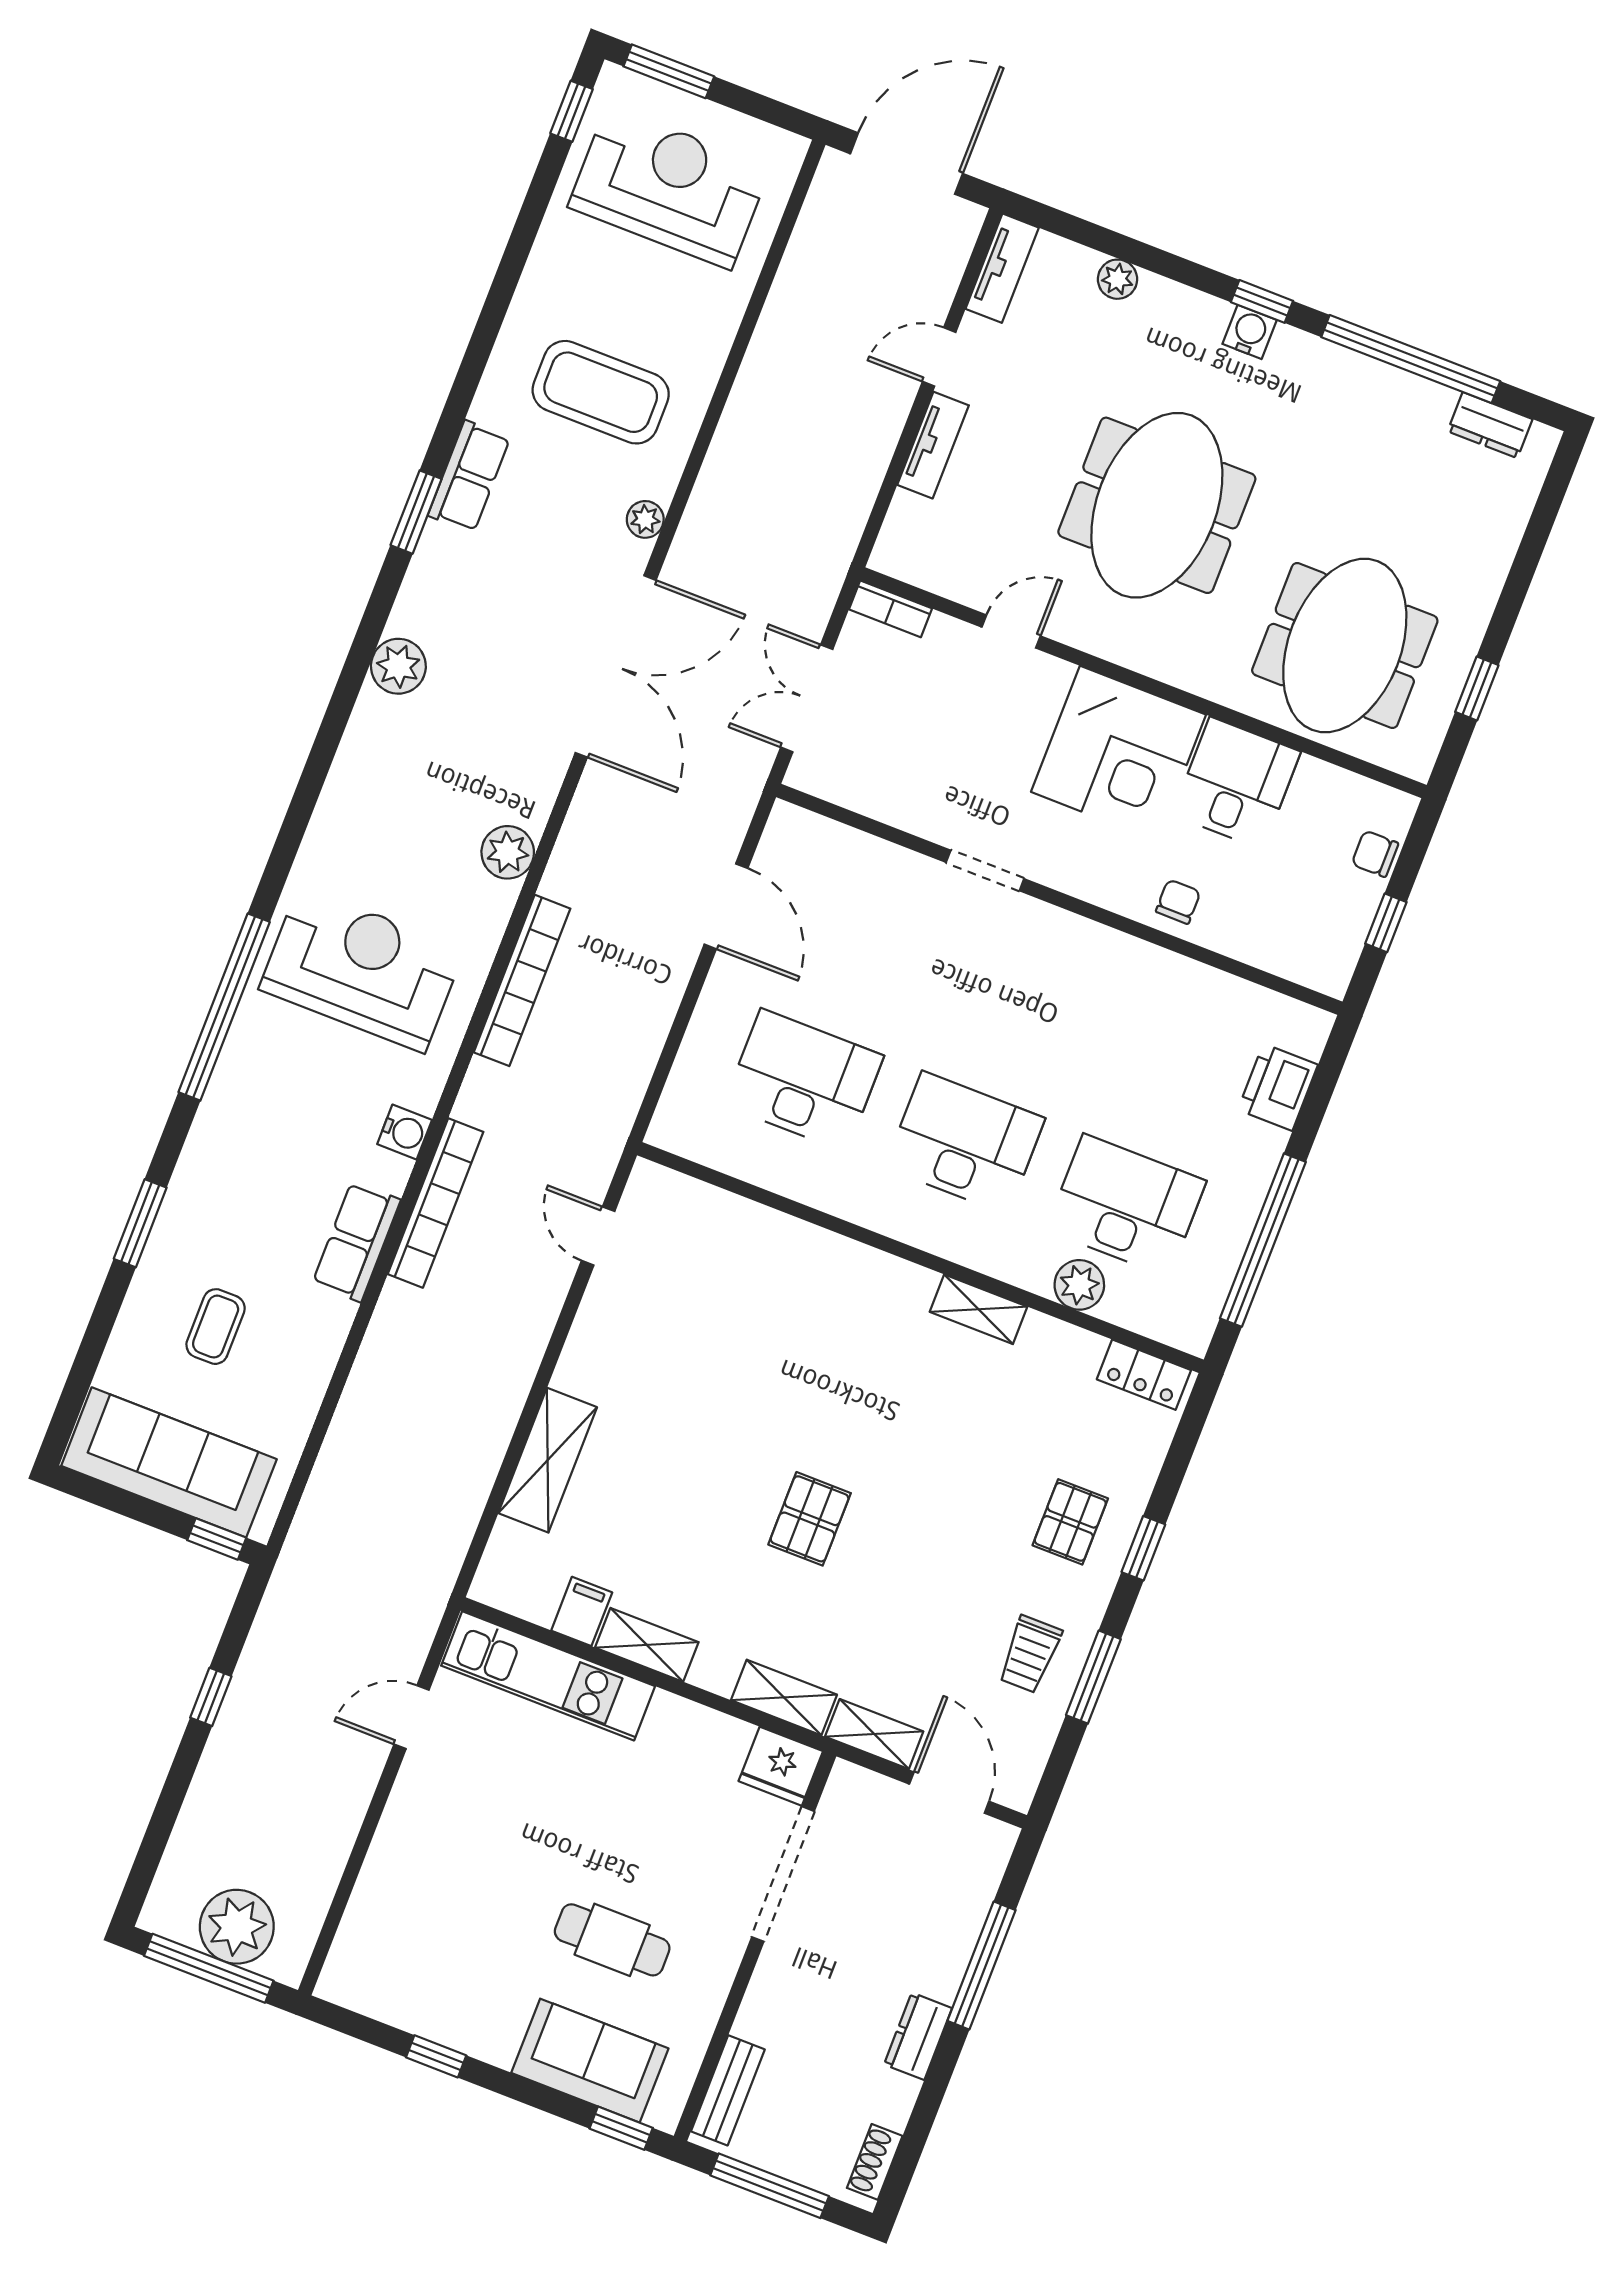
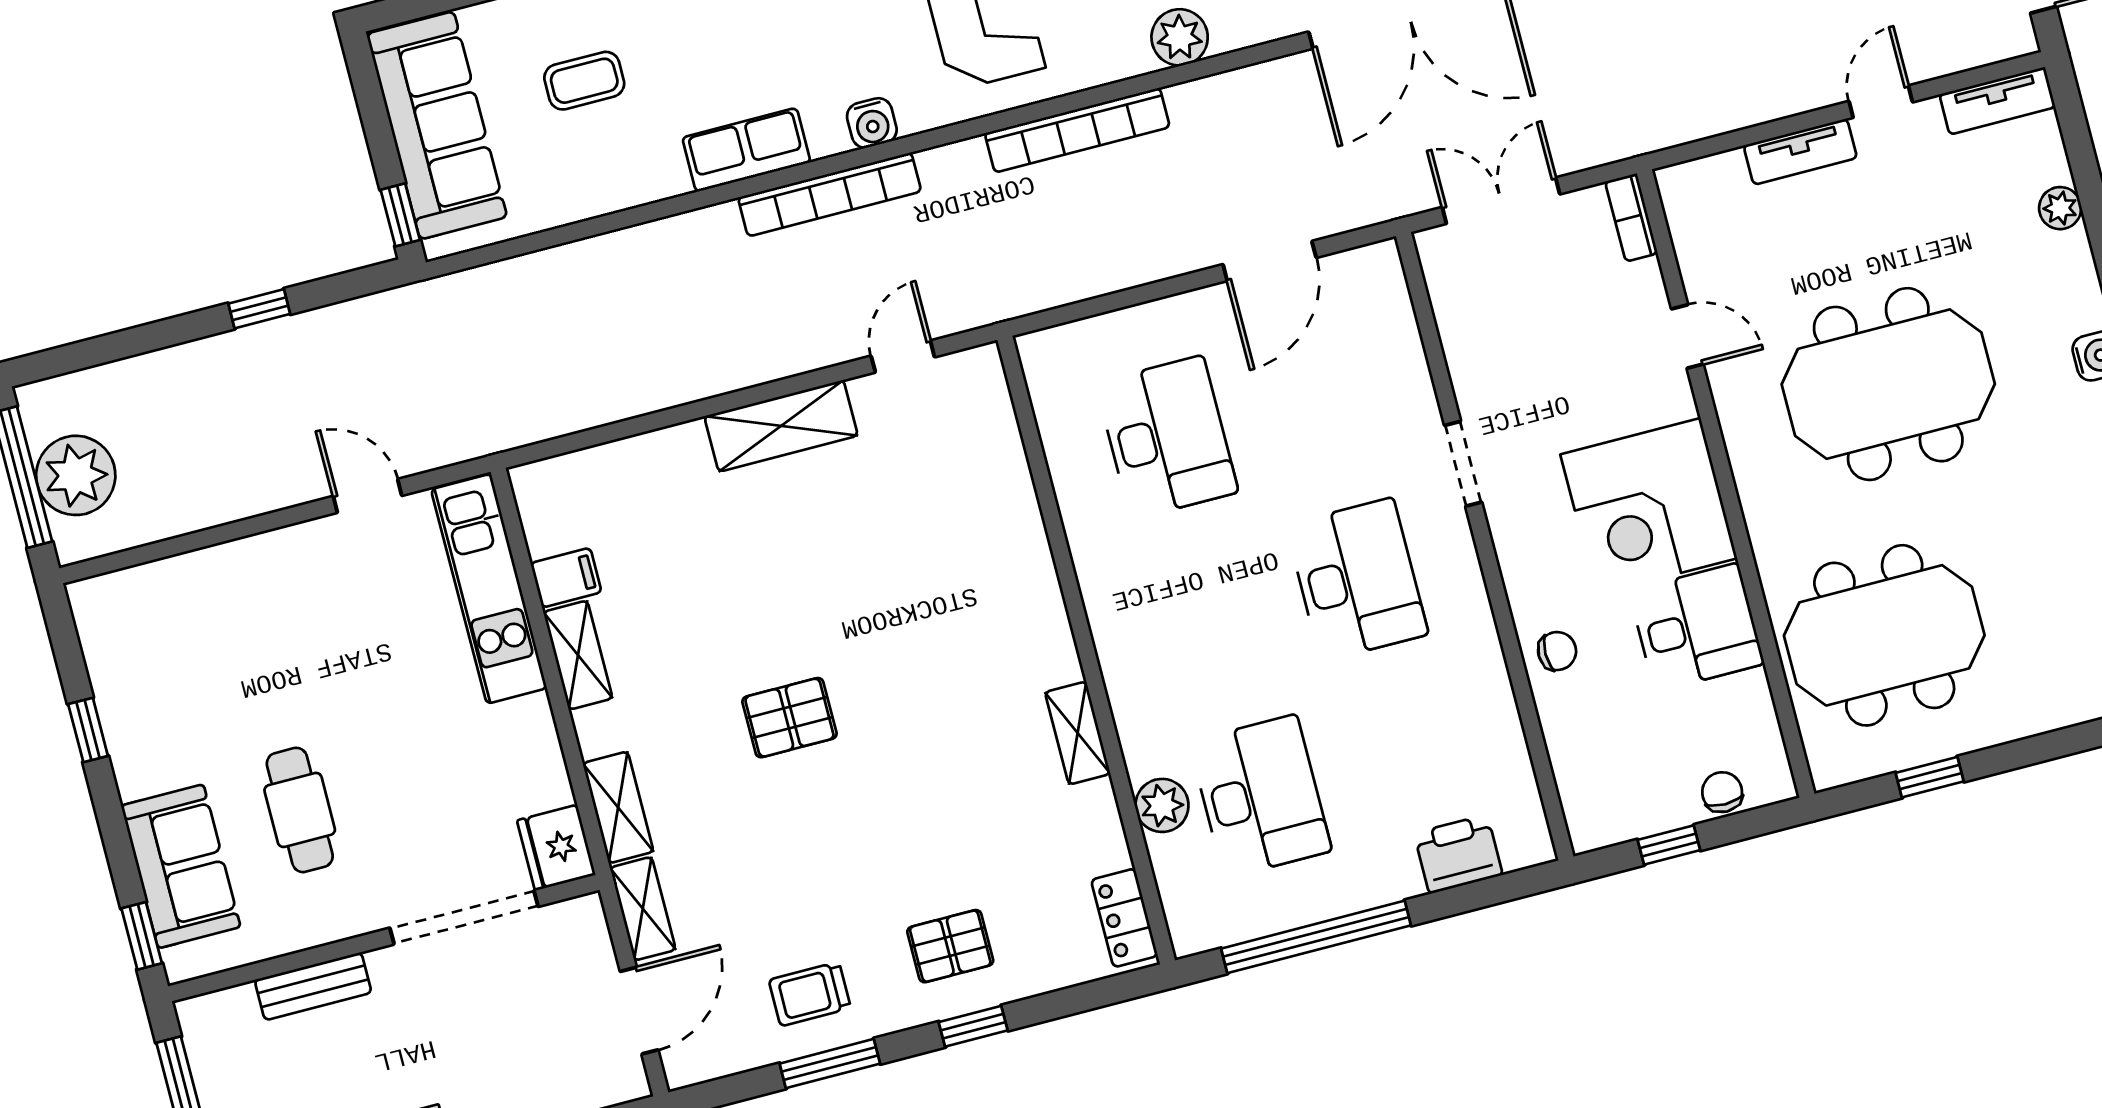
door: (939, 357) -> (1881, 102), hinge flipped
desk: (965, 1143) -> (1357, 580), moved
shelving: (548, 1460) -> (781, 426), moved
bench: (728, 2090) -> (313, 986), moved

